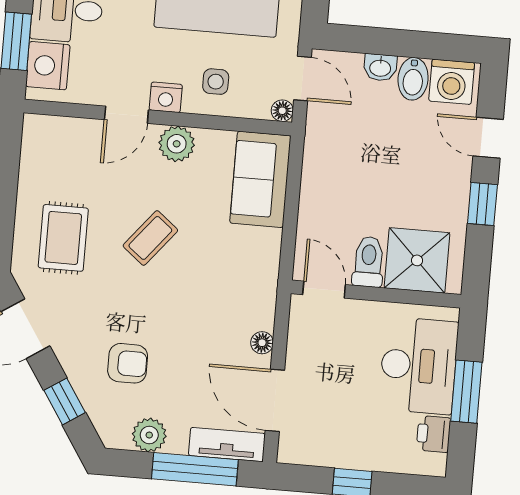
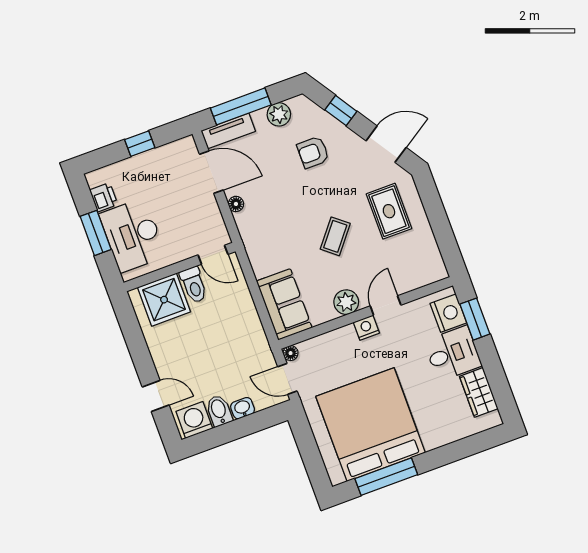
side table: (216, 82) -> (340, 352), removed
window: (482, 204) -> (140, 353), removed

